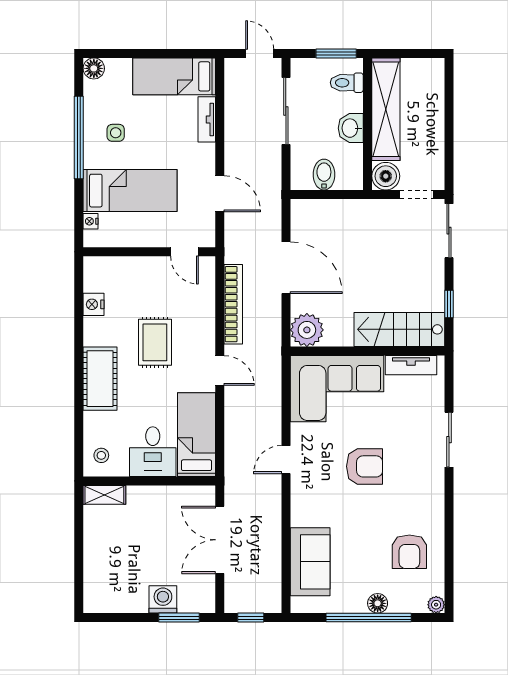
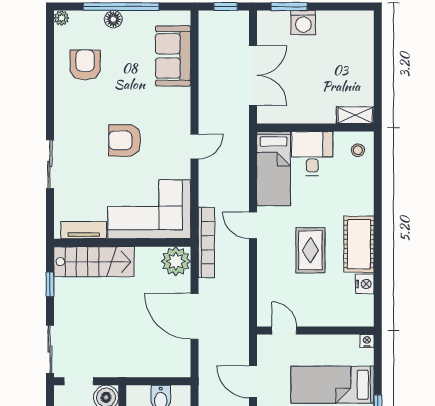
nightstand: (91, 221) -> (367, 341), moved, turned -90
bookcase: (233, 304) -> (206, 242), moved, turned 180
cot: (100, 379) -> (359, 244), moved

